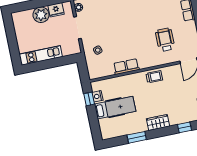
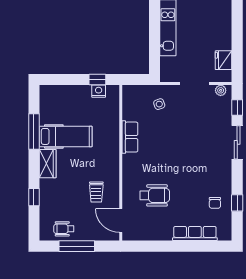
plant: (41, 15) -> (221, 39), removed
trolley: (154, 77) -> (96, 192), moved
hospital bed: (115, 108) -> (66, 136), moved, turned -90
window: (137, 137) -> (34, 132), width x1.44

